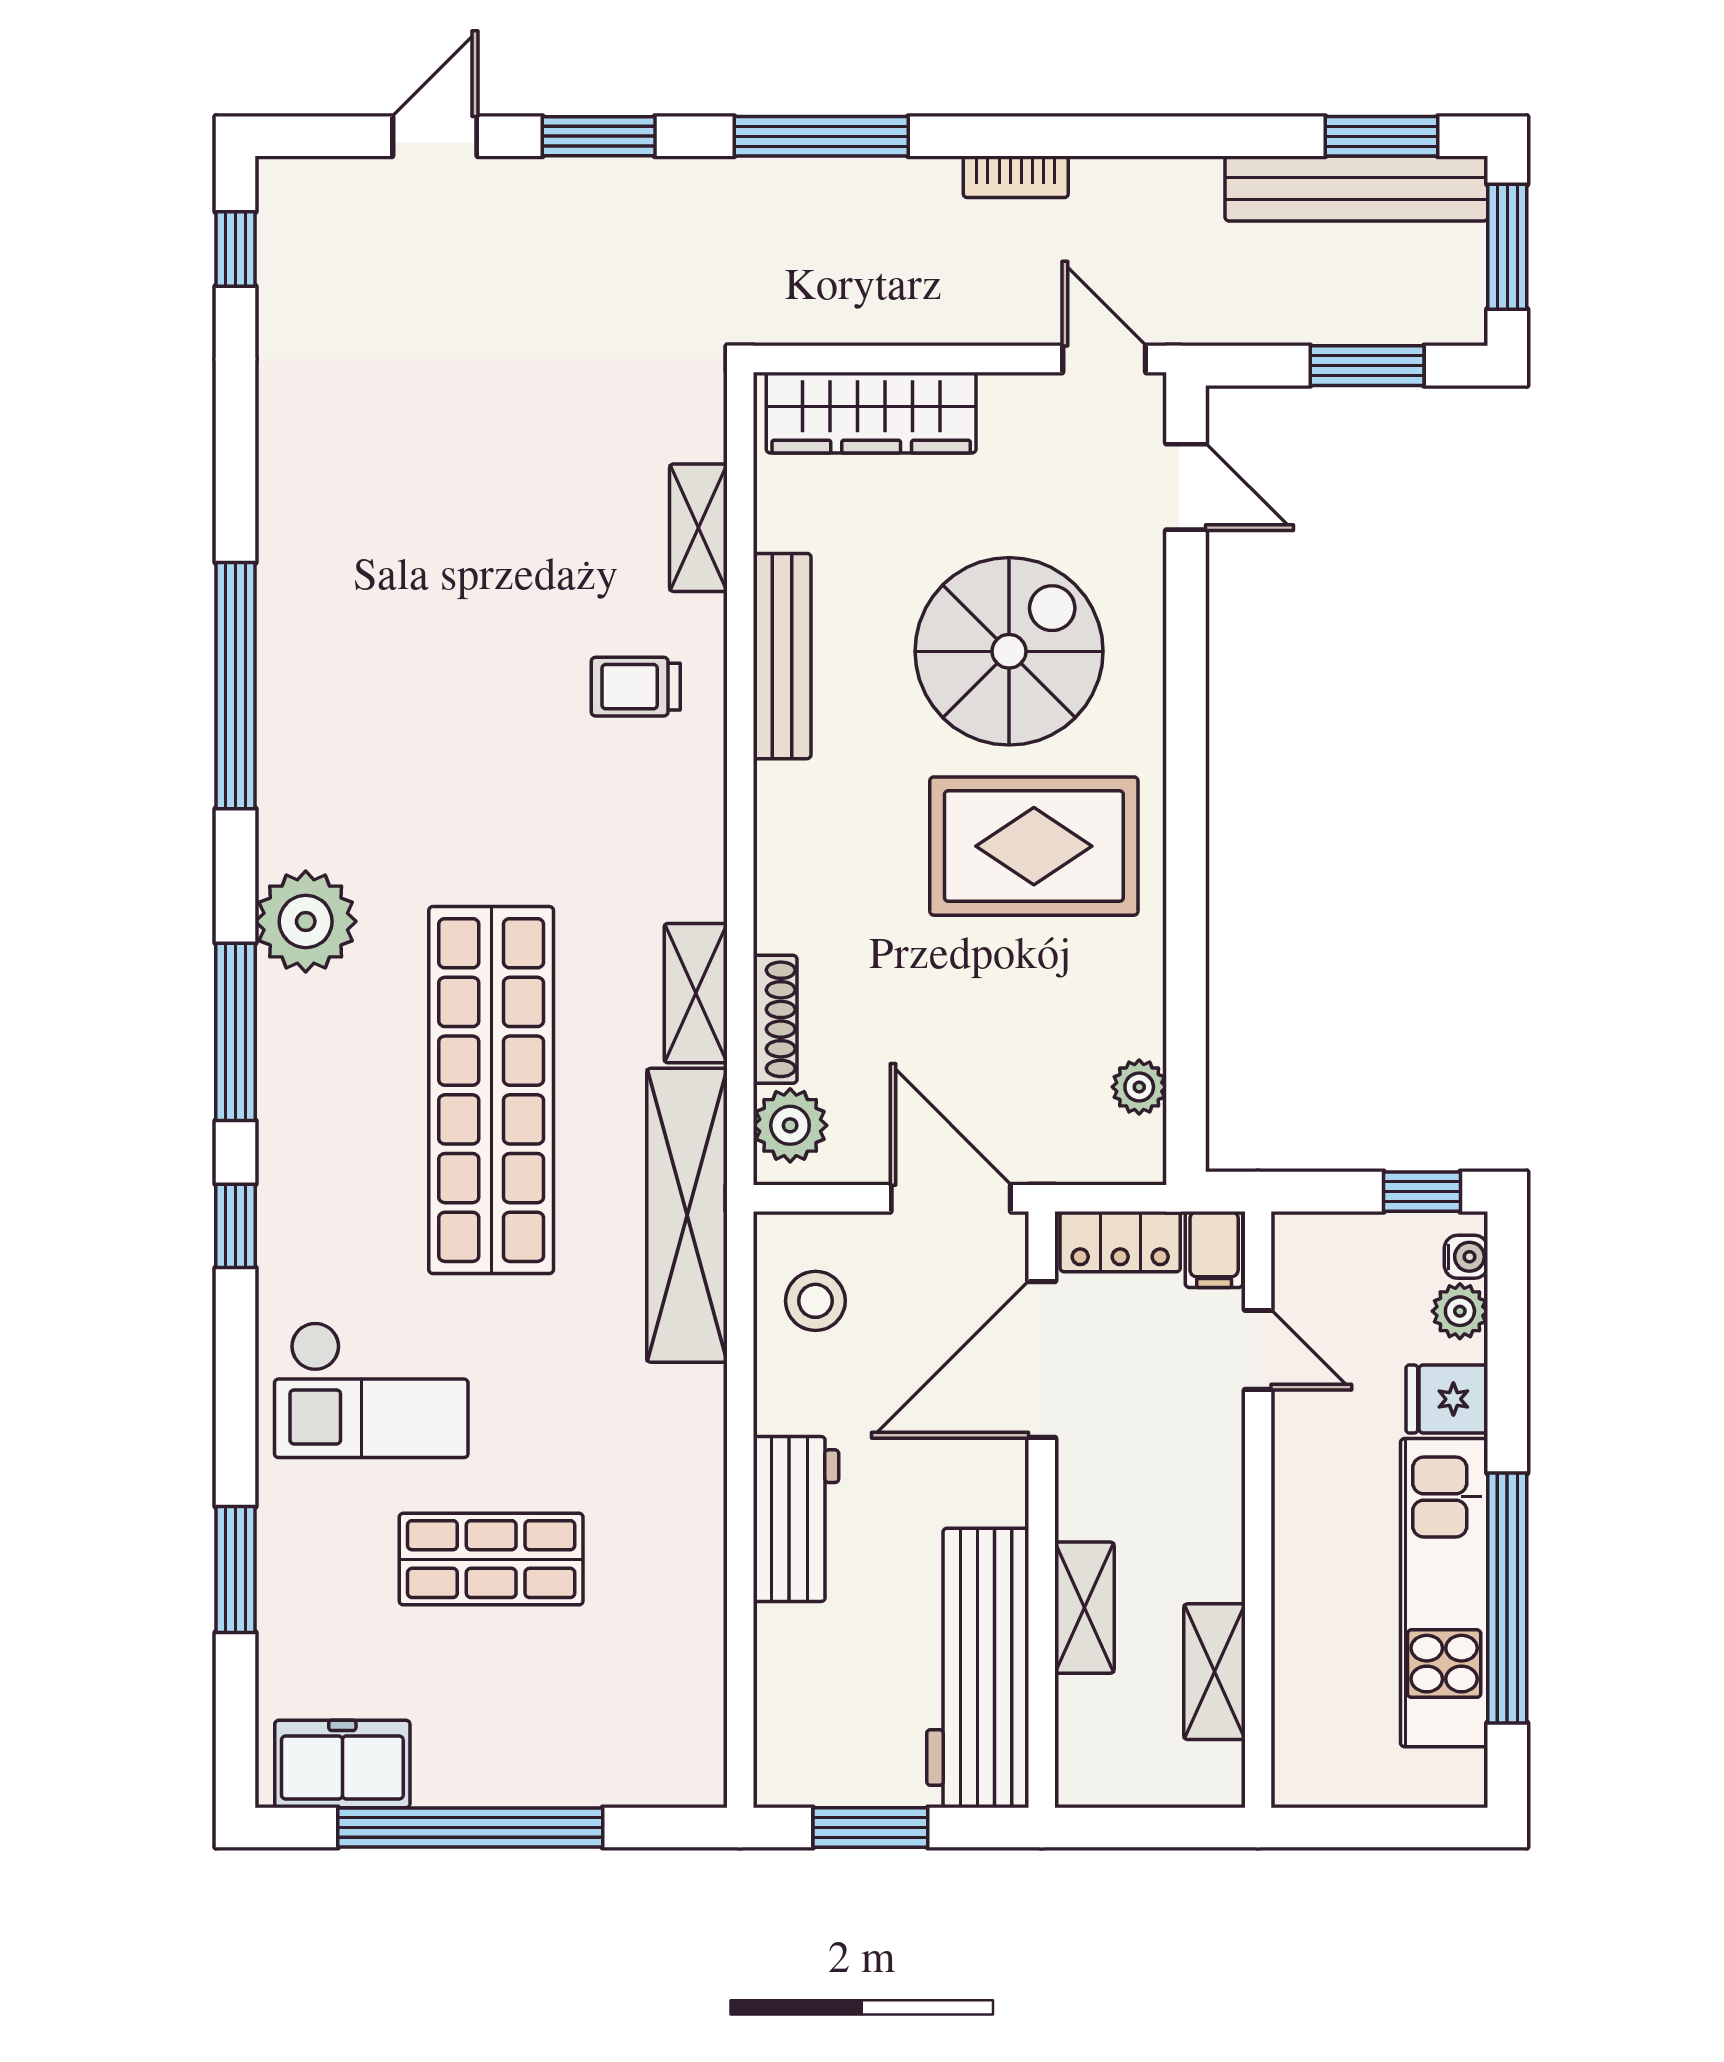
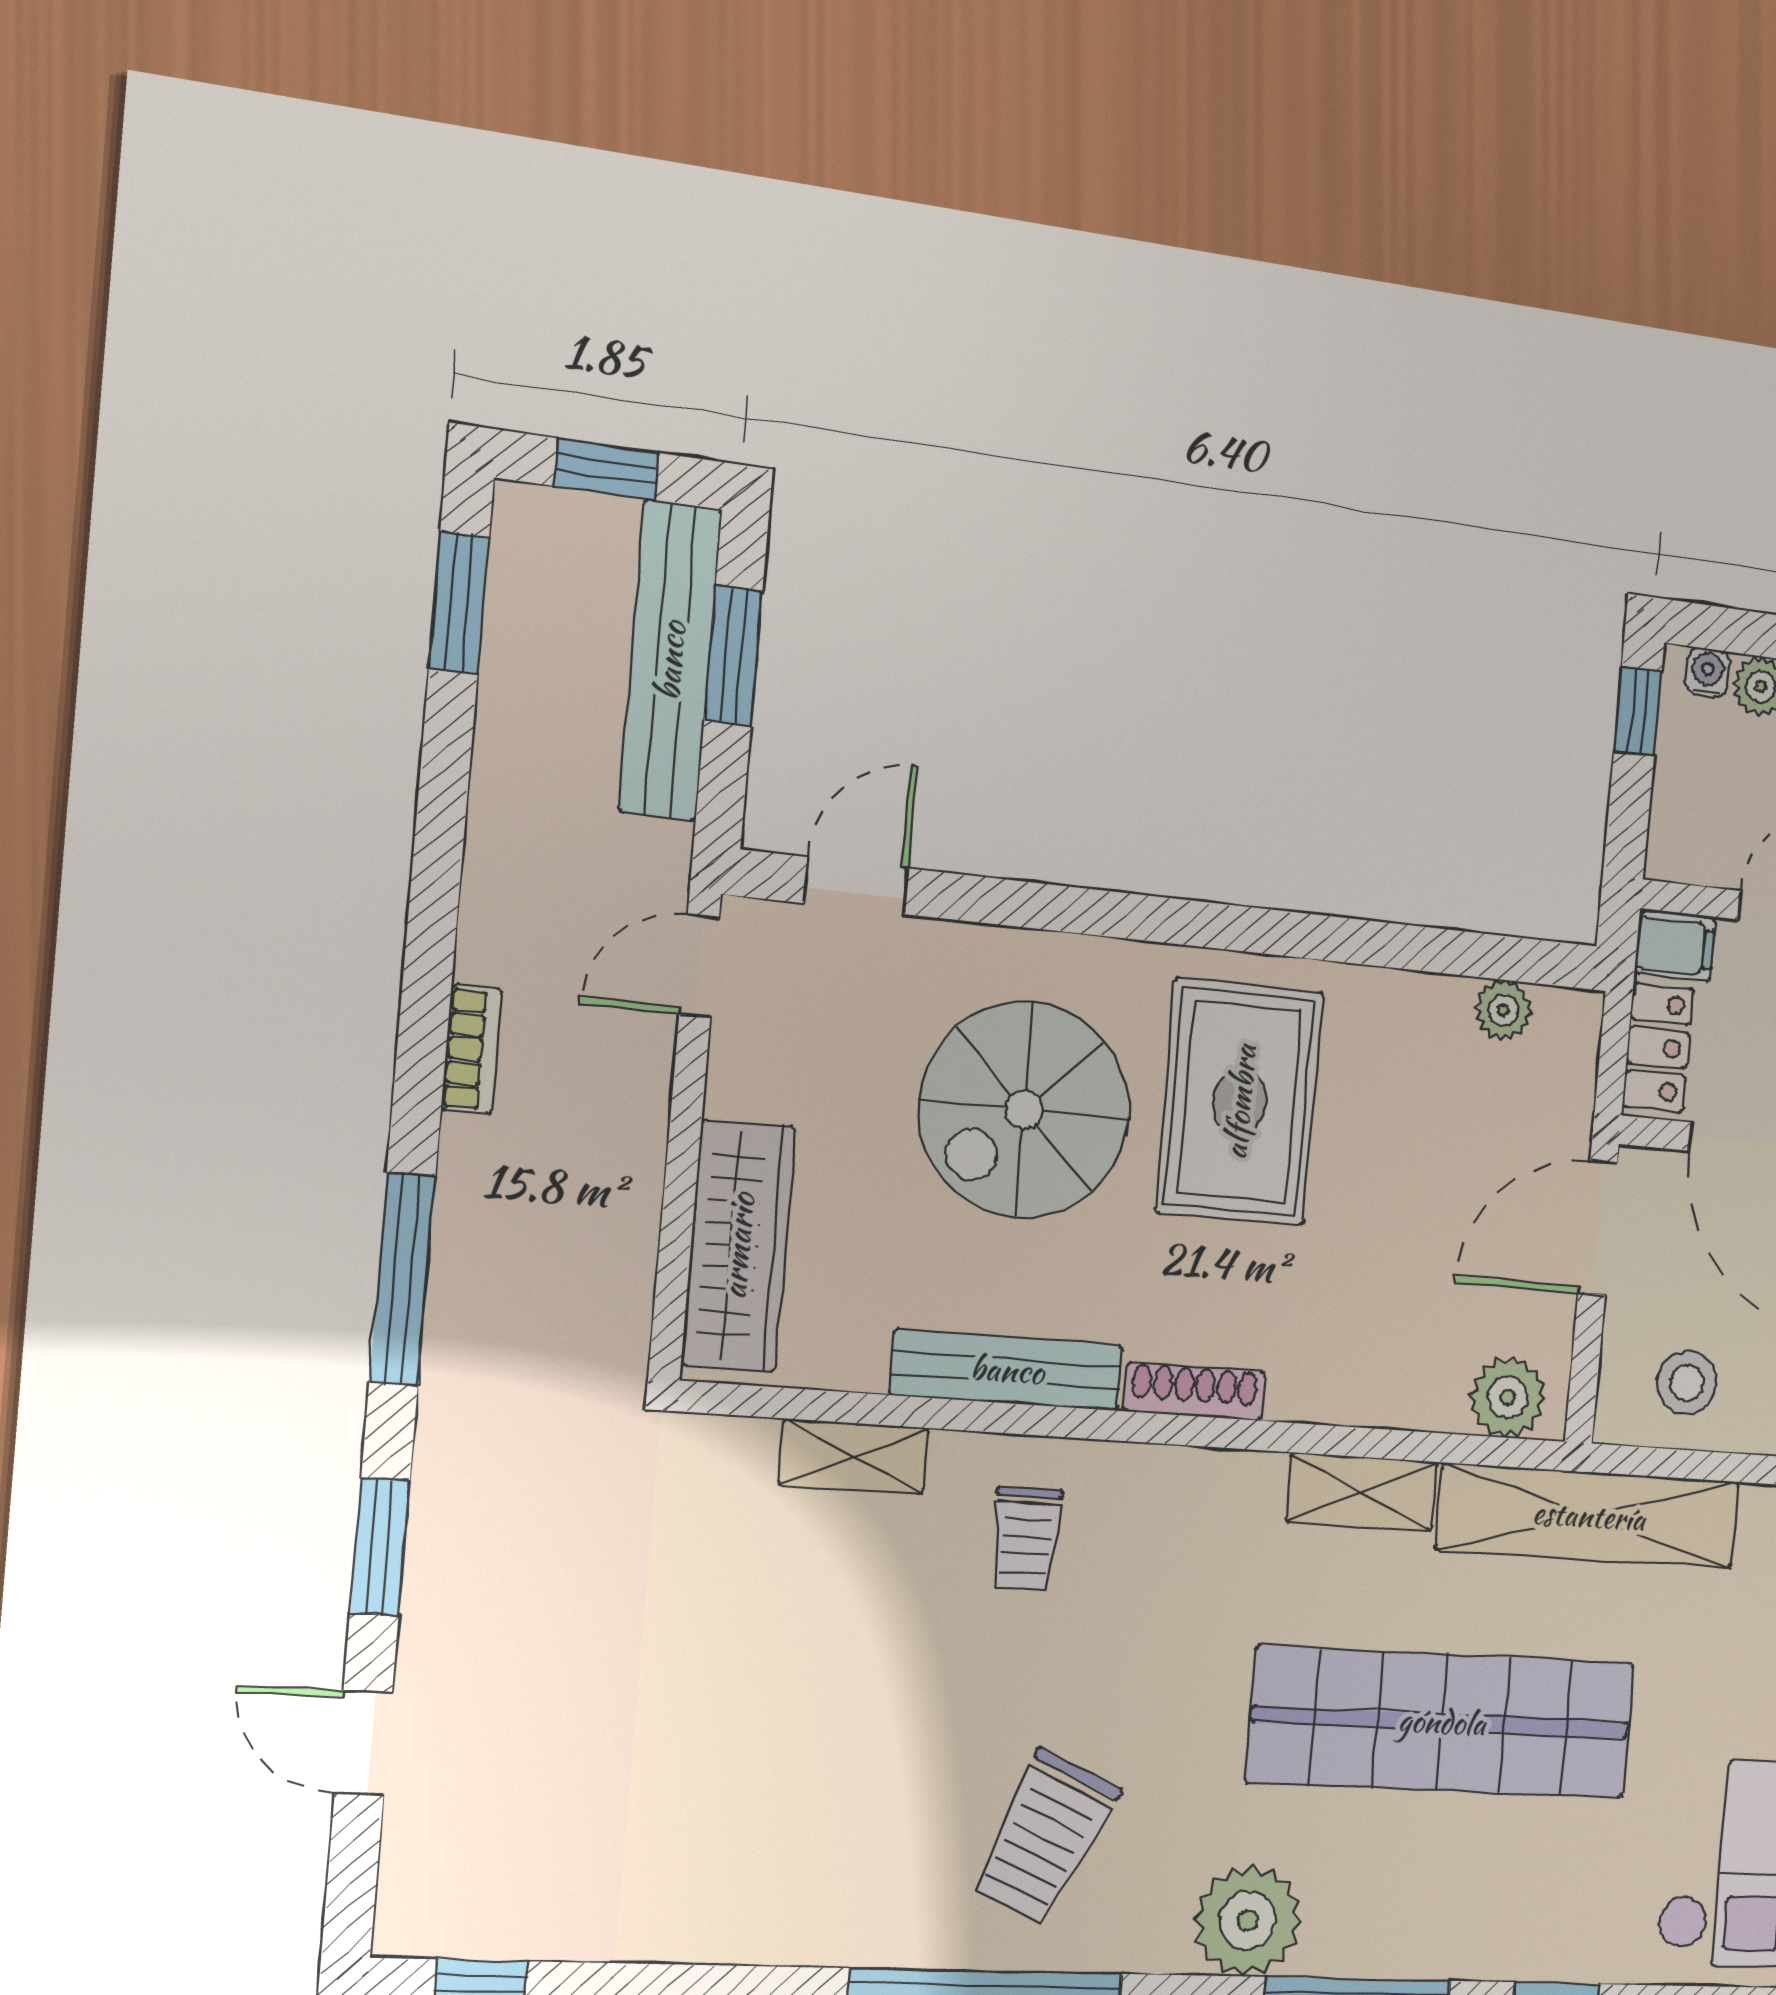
bench: (1356, 189) -> (670, 661), moved
window: (1507, 247) -> (606, 469), width x0.67
spiral stairs: (1009, 651) -> (1024, 1110), turned -90
trolley: (375, 727) -> (1045, 1837), added
shoe rack: (775, 1019) -> (1194, 1391), moved

